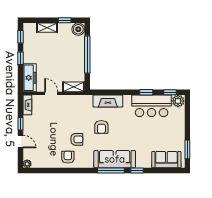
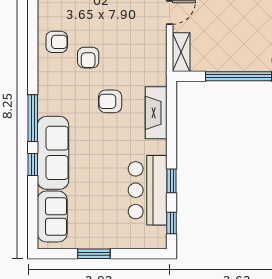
plant: (178, 101) -> (156, 237), removed
window: (187, 149) -> (94, 254), moved
sofa: (115, 159) -> (53, 153), moved

